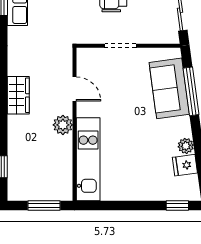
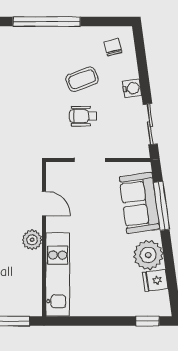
plant: (186, 146) -> (148, 255), width x1.88, depth x1.88

